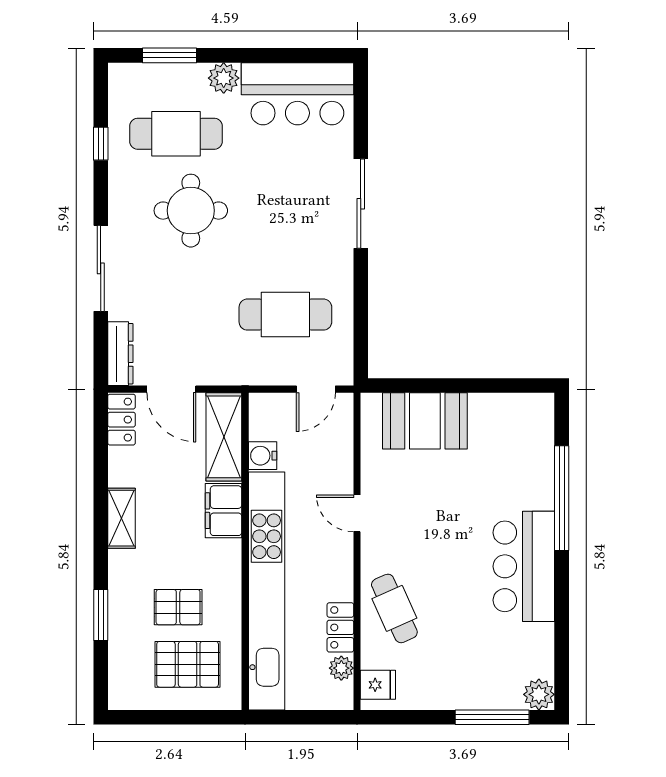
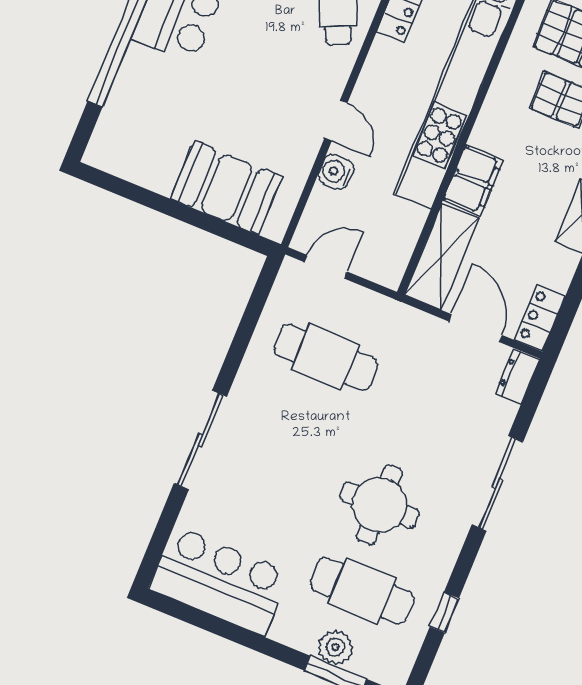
plant: (224, 78) -> (335, 647), moved
dresser: (120, 354) -> (517, 376), width x0.70
water cooler: (263, 456) -> (336, 172), moved, turned 180

